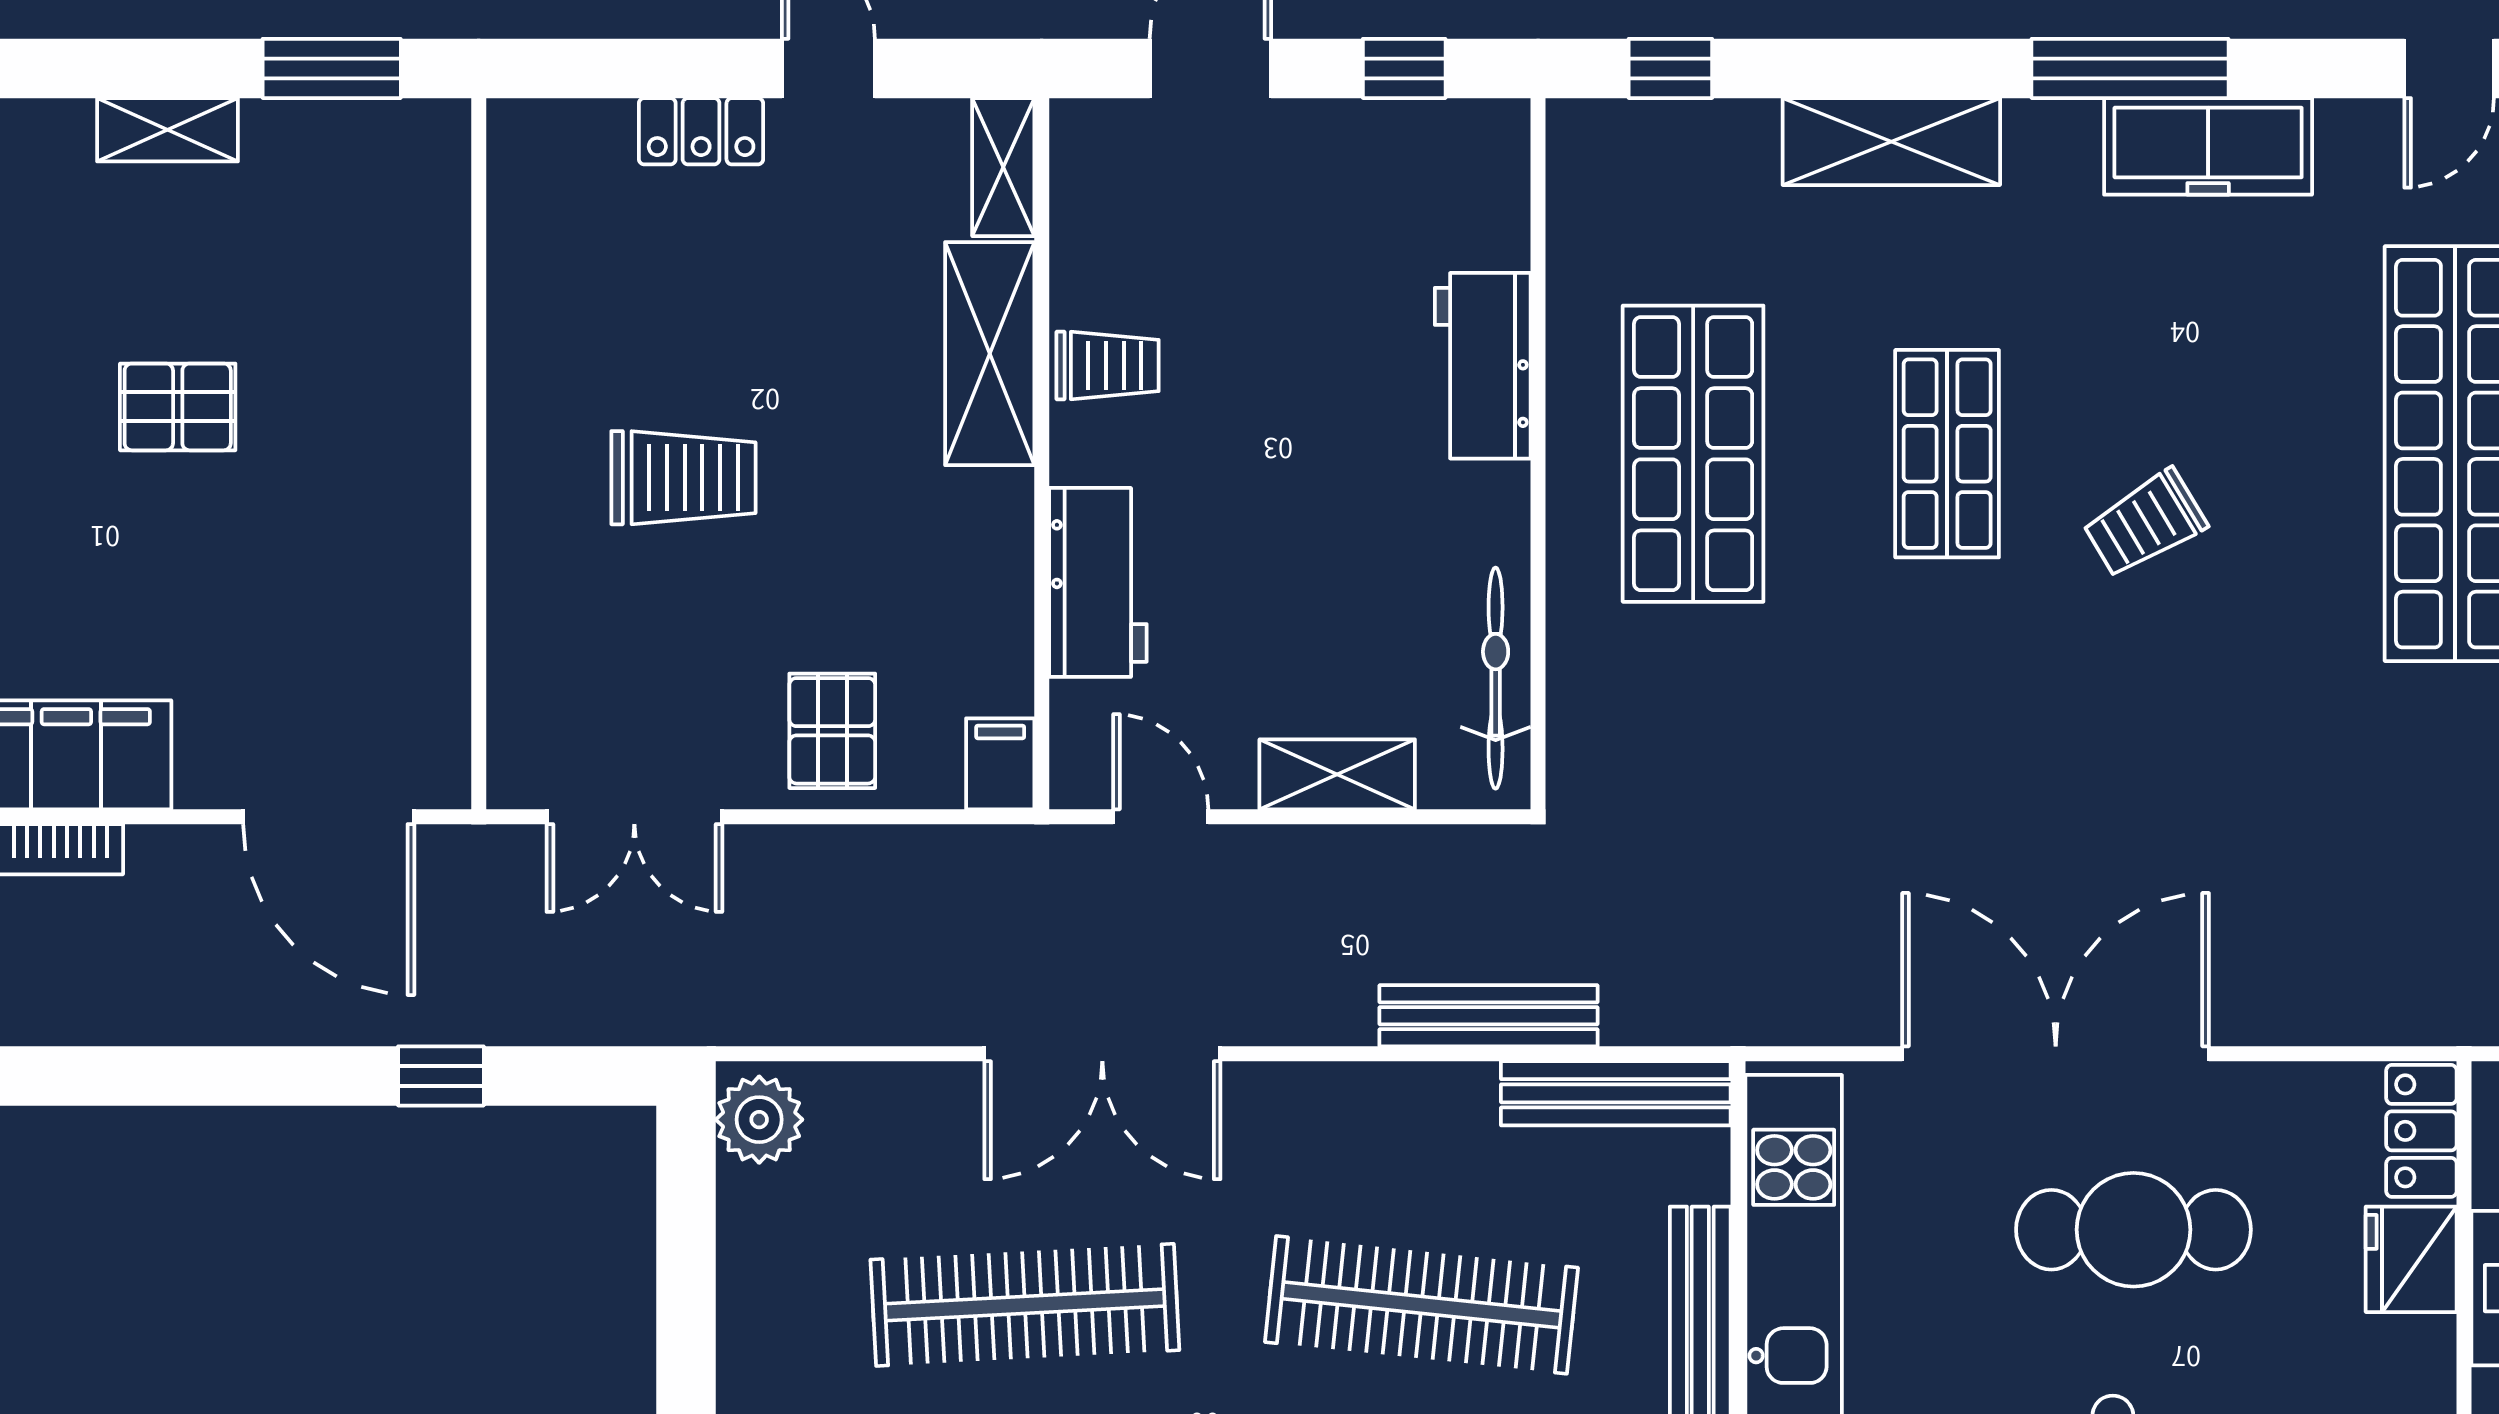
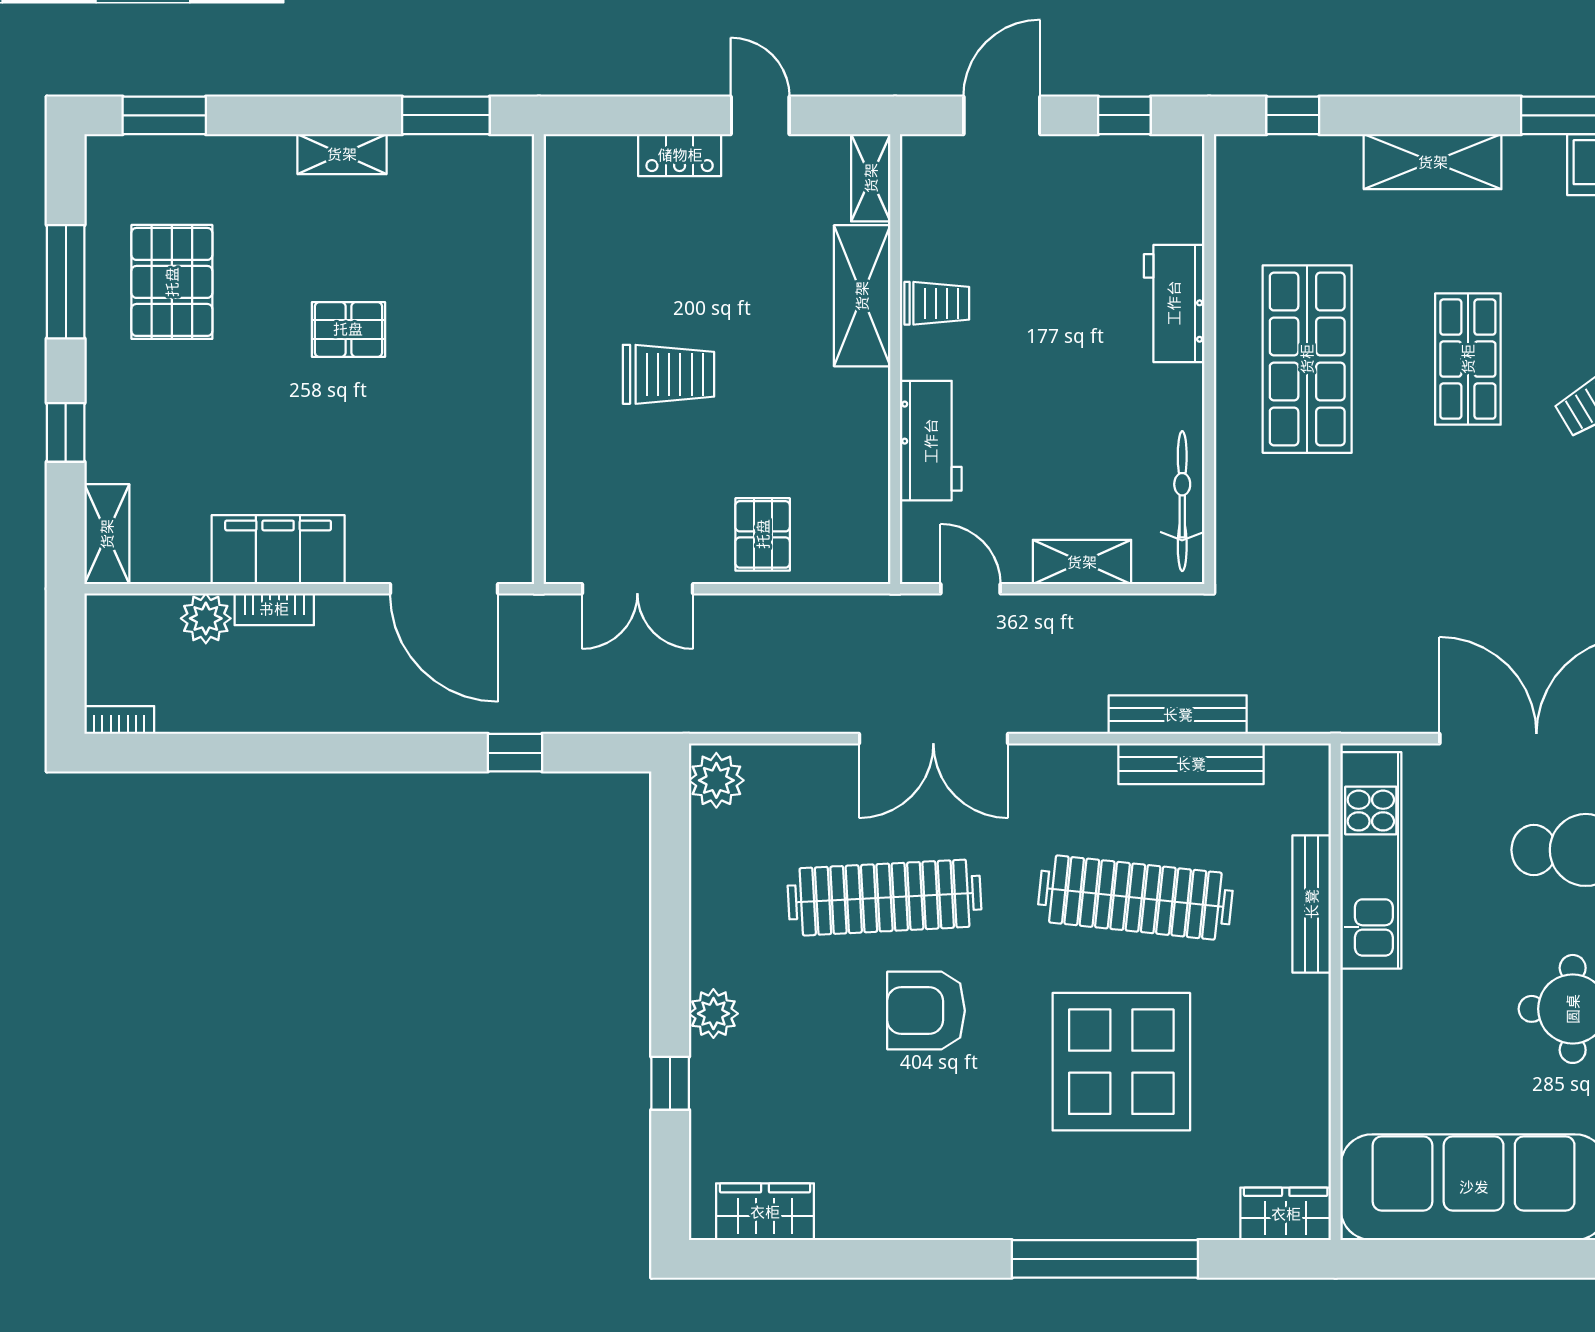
filing cabinet: (1000, 764) -> (869, 555), removed
bench: (1616, 1093) -> (1191, 764), moved

